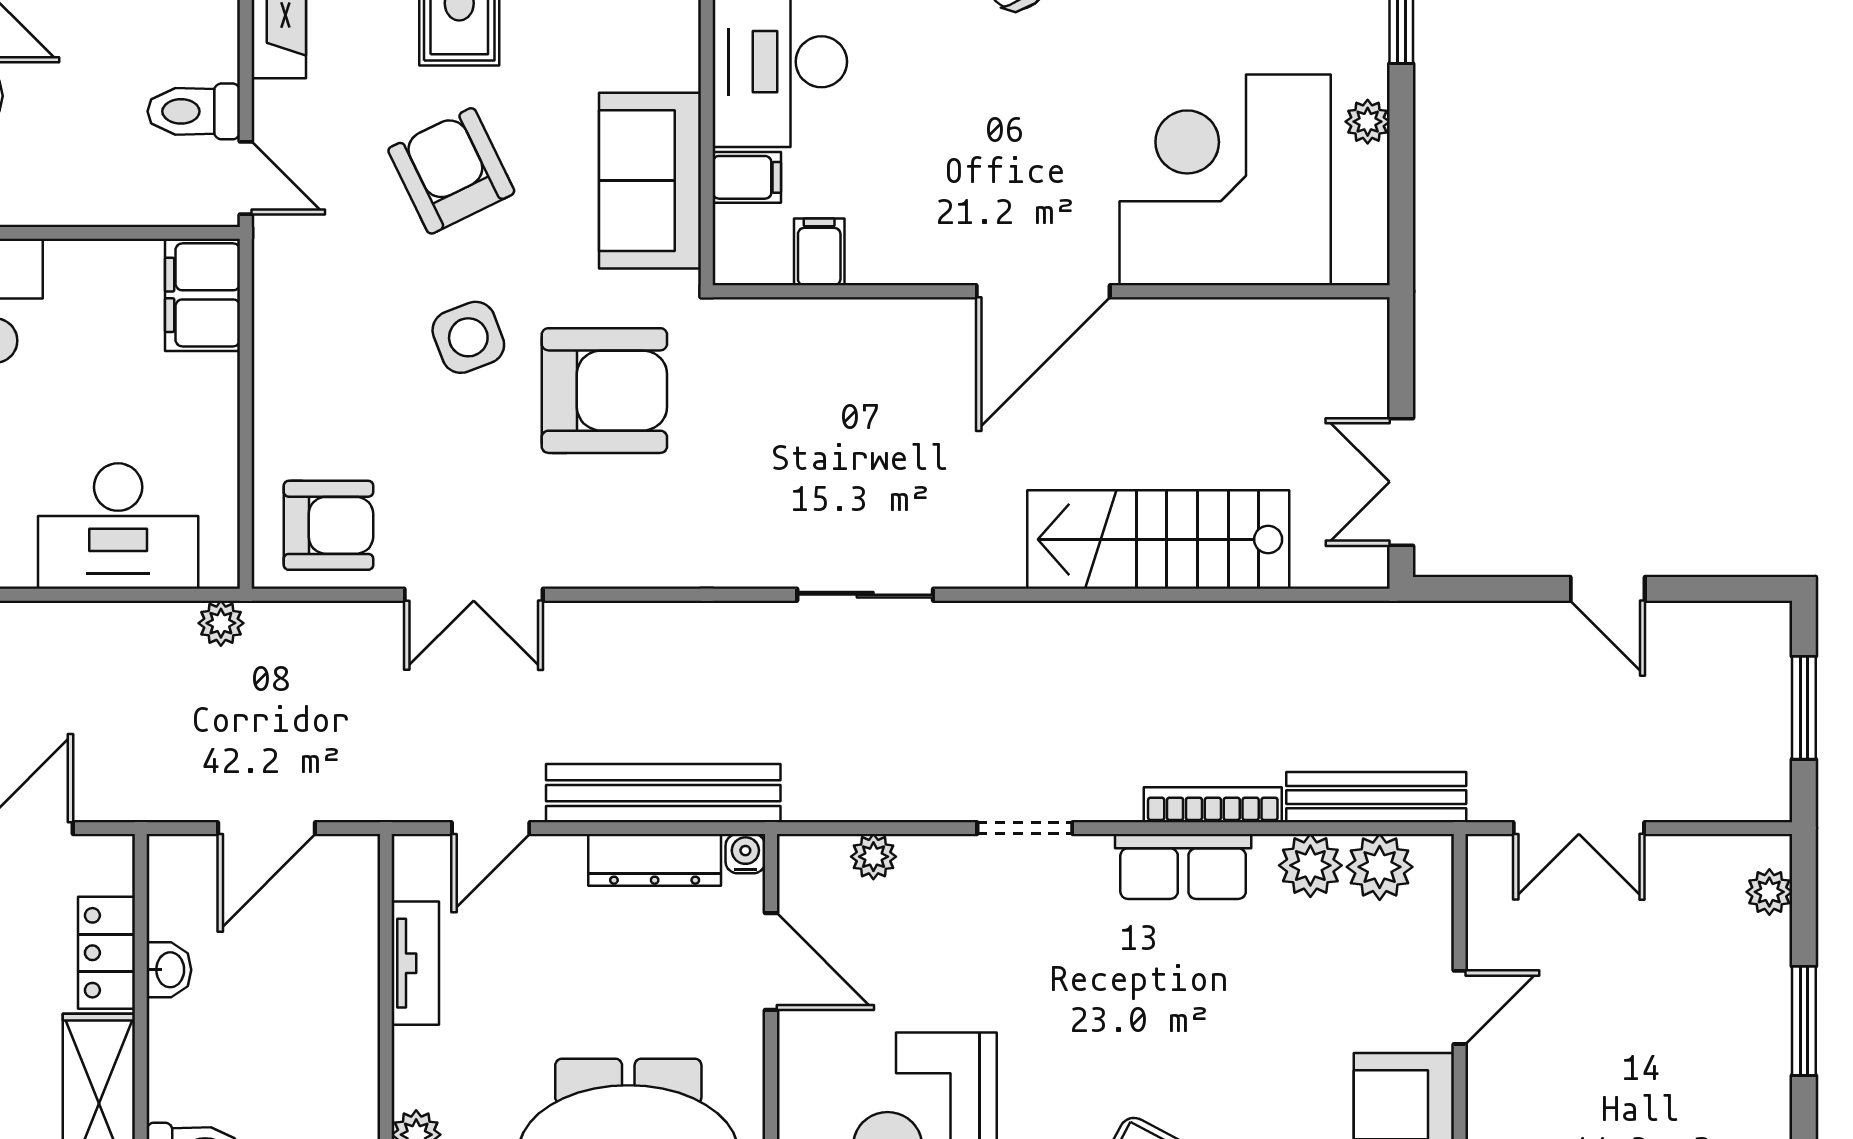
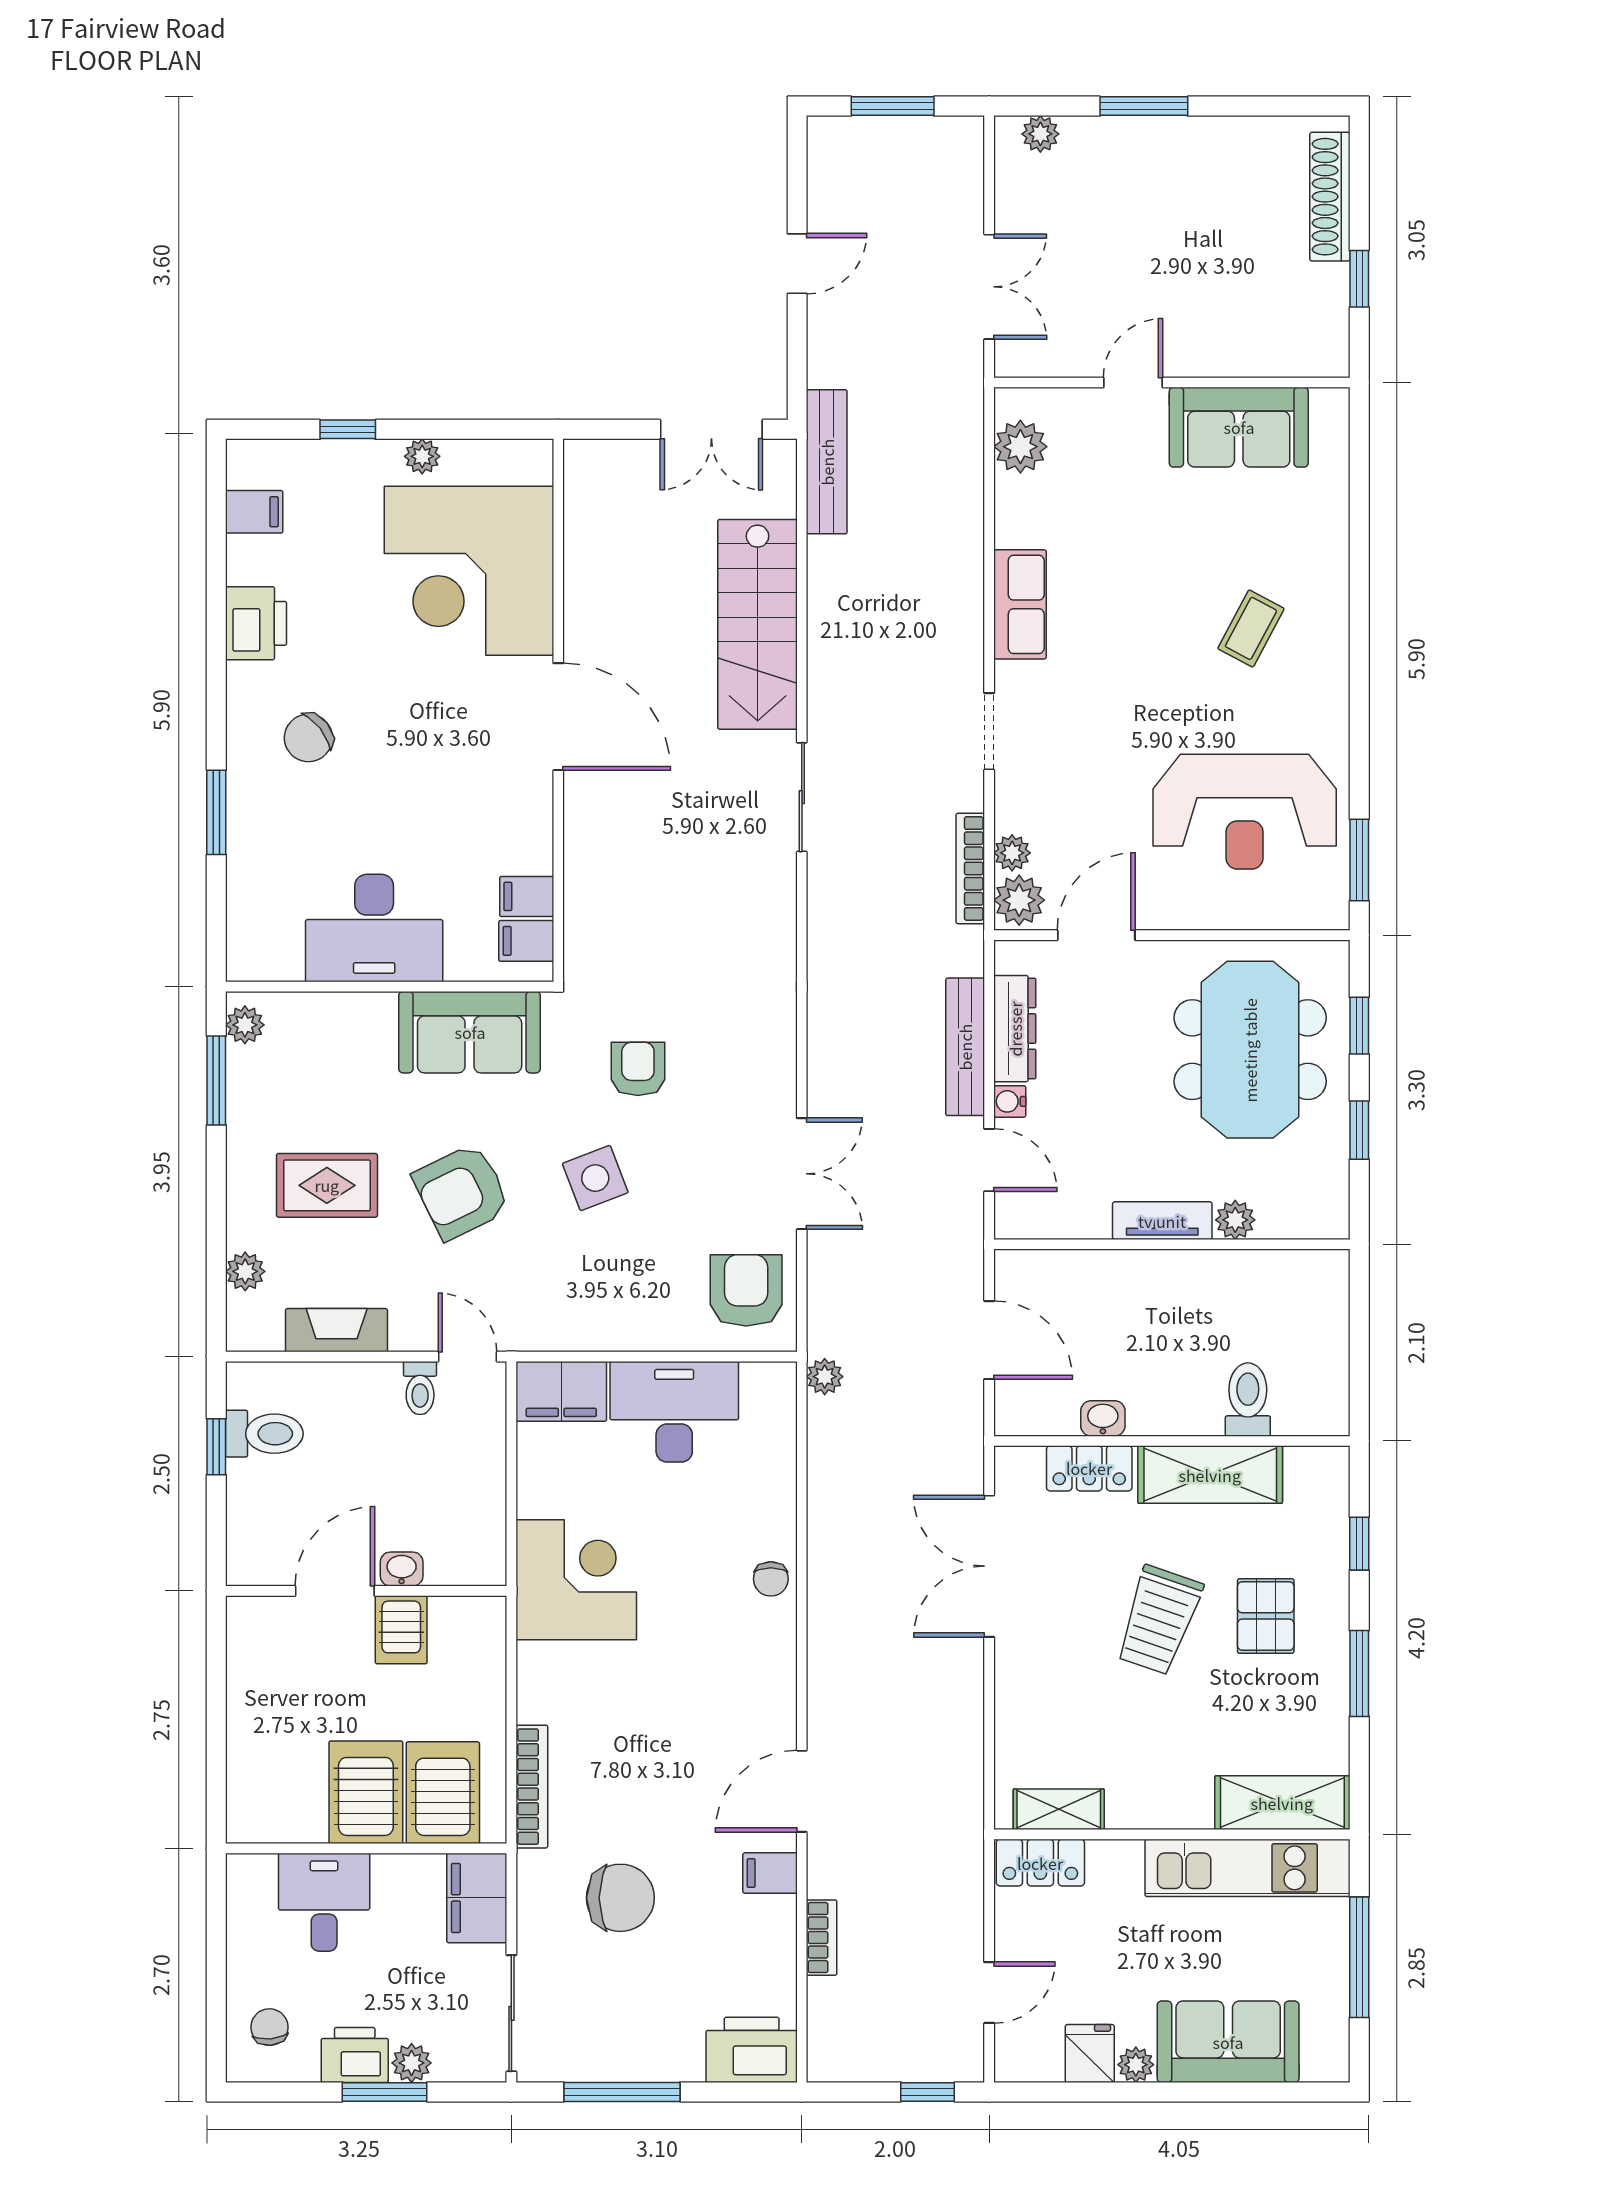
toilet: (194, 111) -> (420, 1388), width x0.73, depth x0.72
filing cabinet: (747, 177) -> (526, 941), moved, turned -90
door: (246, 178) -> (467, 1357), hinge flipped
armchair: (604, 391) -> (638, 1069), width x0.53, depth x0.53
desk: (118, 526) -> (674, 1412), moved, turned -90
sliding door: (865, 595) -> (802, 797), moved
bench: (663, 793) -> (965, 1047), width x0.73, depth x0.82
bench: (1376, 797) -> (827, 462), moved
bookcase: (1213, 805) -> (970, 868), moved
water cooler: (745, 854) -> (1010, 1101), moved
plant: (1310, 865) -> (1019, 900), moved
tv unit: (415, 963) -> (1162, 1221), moved
door: (1460, 1007) -> (1133, 382), hinge flipped

